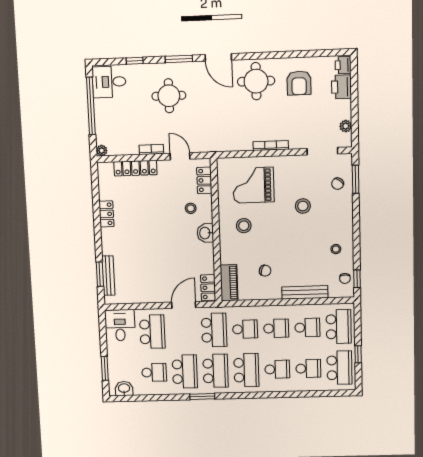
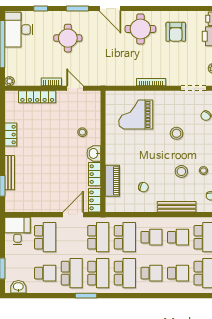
desk: (109, 82) -> (19, 30), width x1.37
locker: (204, 180) -> (95, 174), moved
stool: (244, 226) -> (181, 171), moved
bench: (108, 276) -> (10, 173), moved
piano: (229, 283) -> (112, 181), moved
school desk: (245, 329) -> (125, 237), width x1.85

